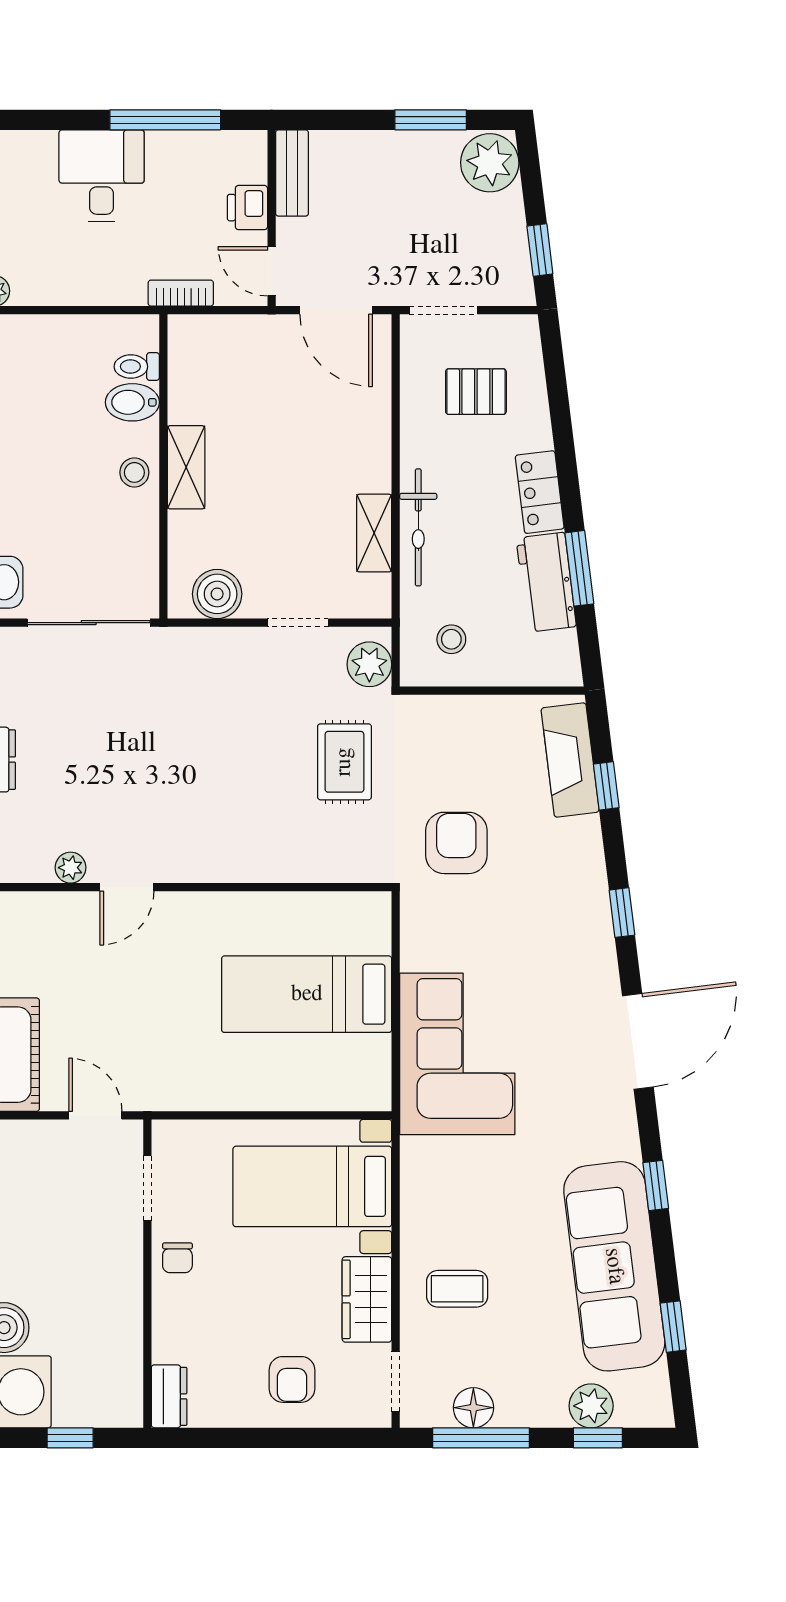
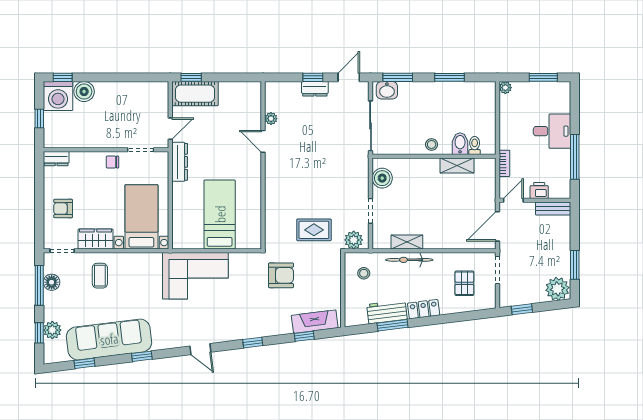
shelving: (186, 467) -> (457, 166), moved
door: (638, 1041) -> (200, 349), width x0.53
dresser: (177, 1092) -> (180, 162), added

